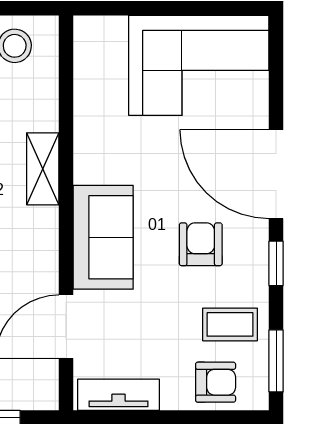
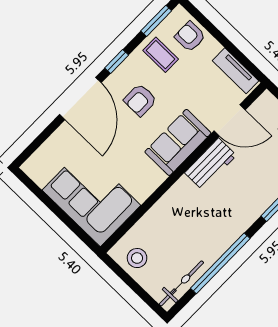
corner sofa: (199, 65) -> (91, 198), moved
shelving: (43, 169) -> (175, 195), removed
workbench: (37, 250) -> (211, 164), added

